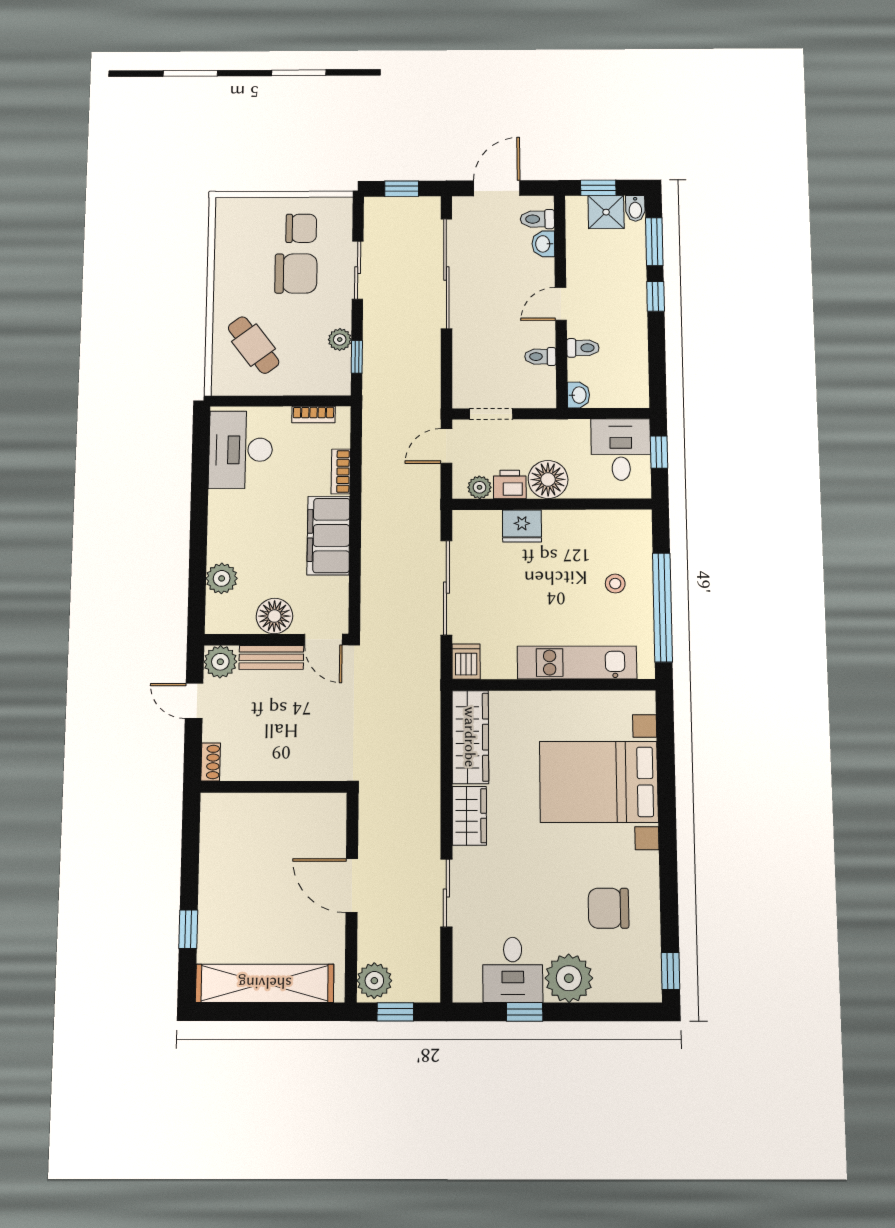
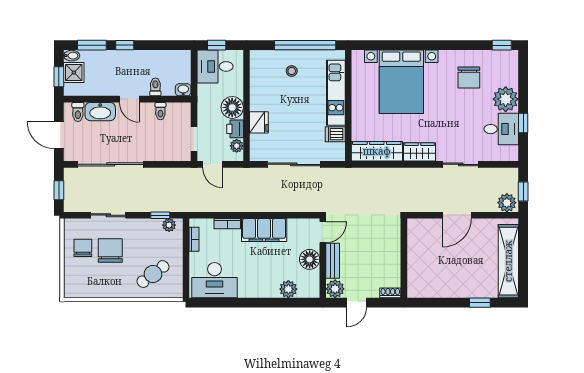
washbasin: (543, 244) -> (100, 112), width x1.91, depth x1.45
plant: (340, 340) -> (169, 225), moved
dishwasher: (466, 662) -> (335, 134), moved

